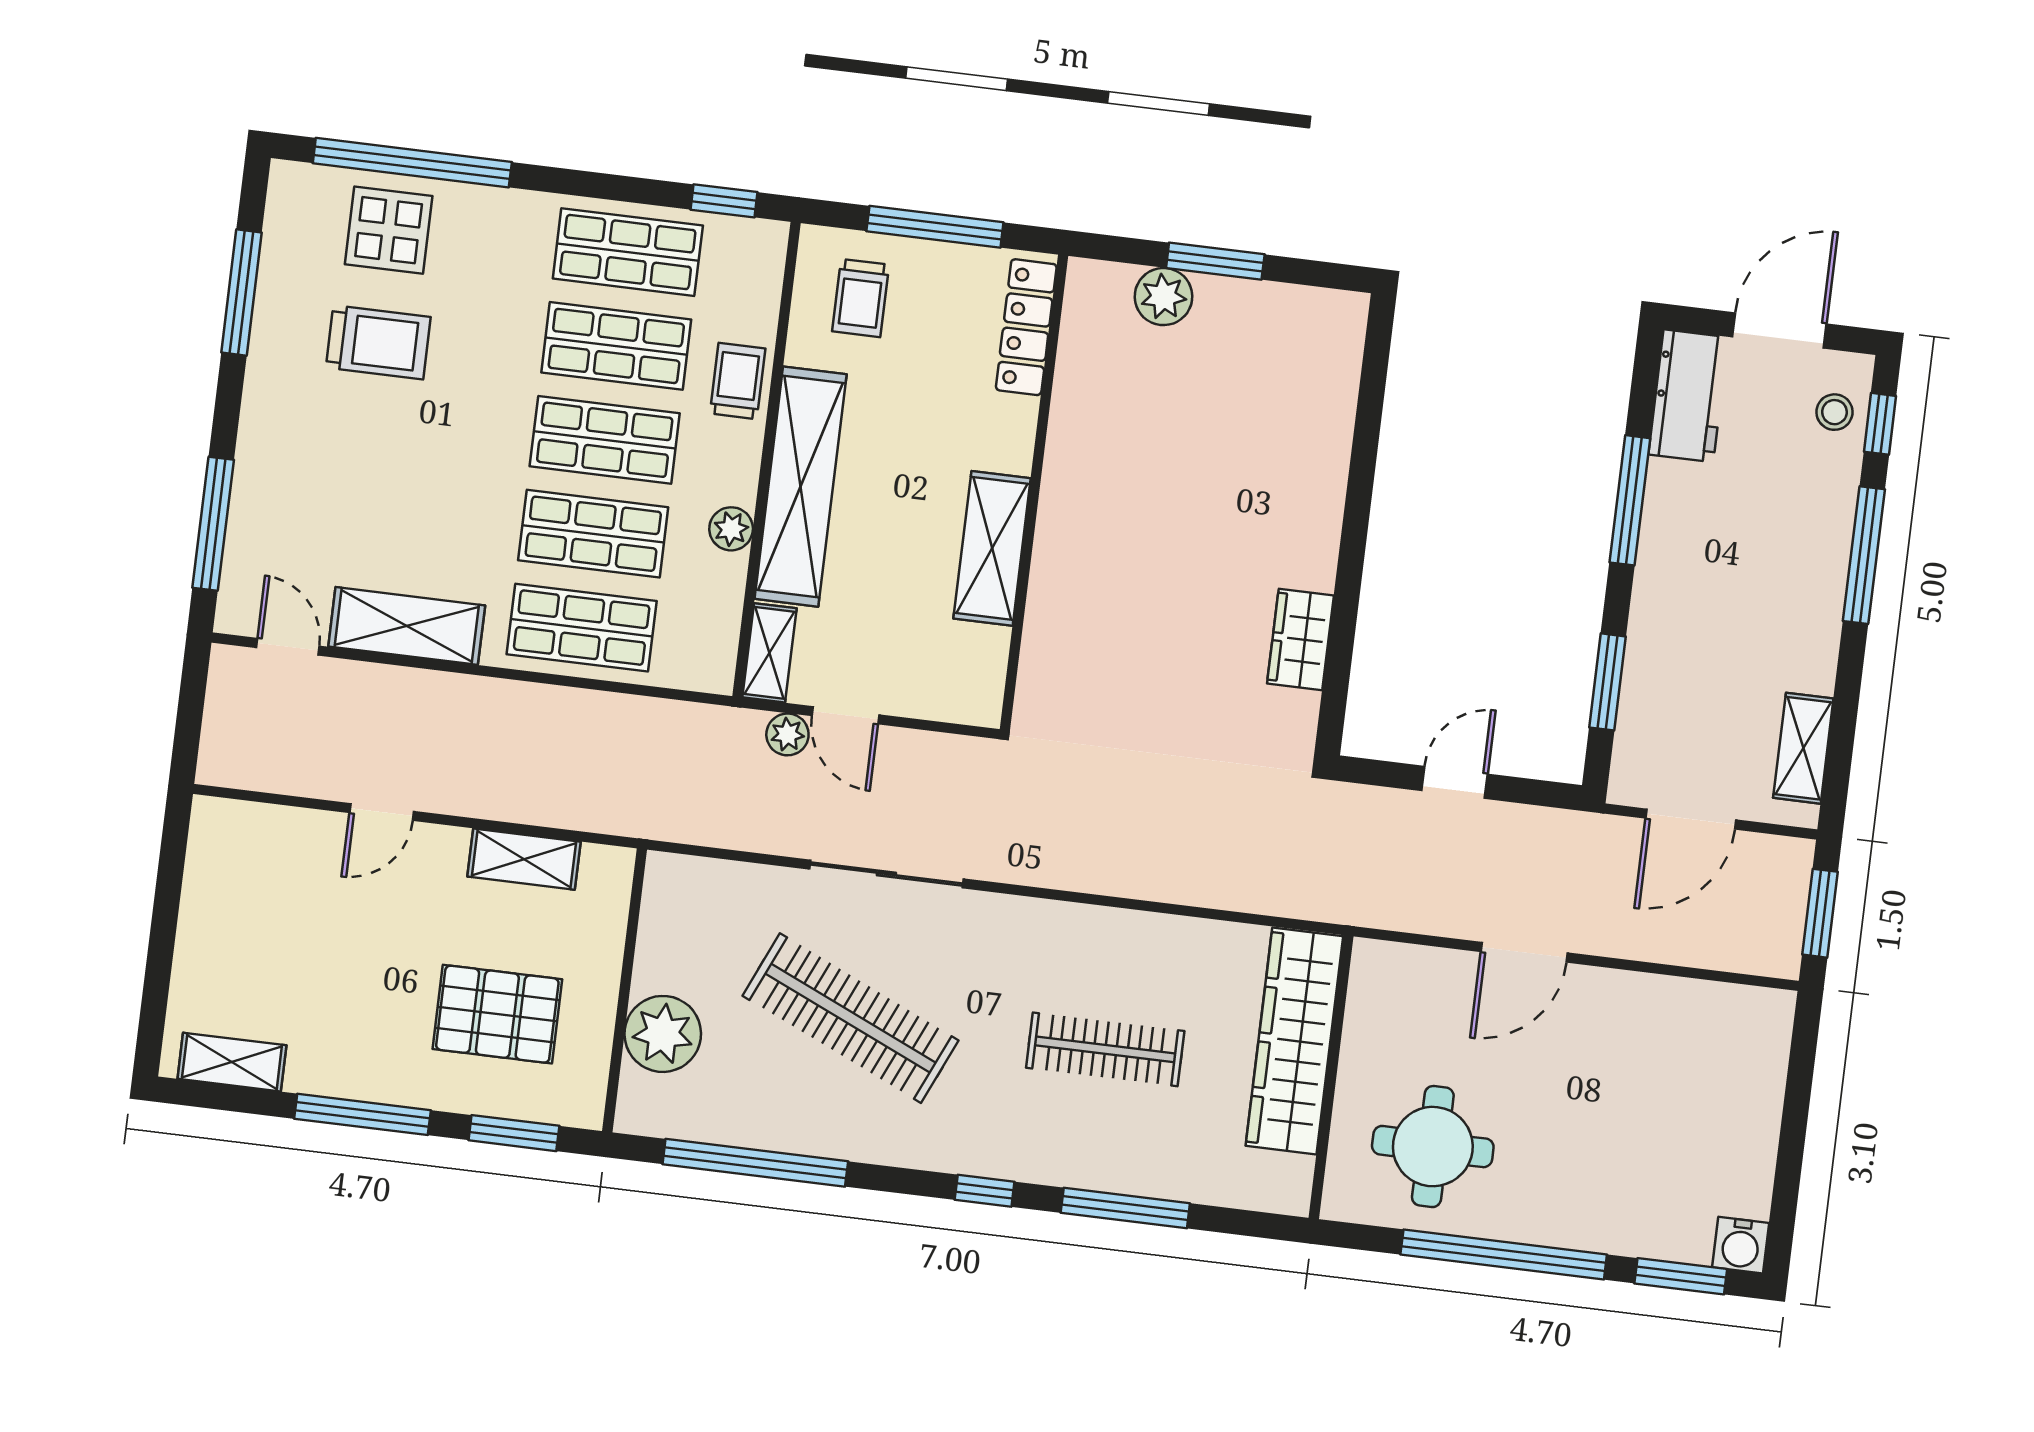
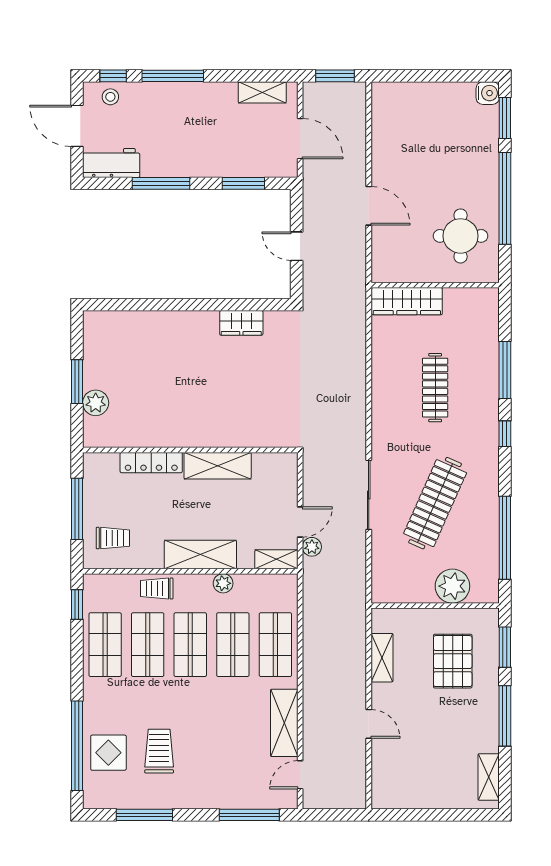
locker: (1026, 327) -> (151, 463), moved
shelving: (801, 487) -> (200, 555), width x0.68
wardrobe: (1294, 1041) -> (407, 301), width x0.71, depth x0.85

